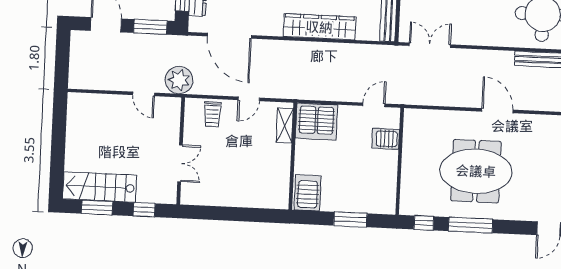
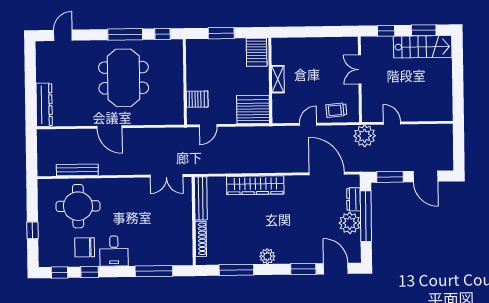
trolley: (212, 114) -> (336, 110), turned -95
shelving: (285, 126) -> (278, 79), moved
meeting table: (476, 171) -> (124, 78), turned 90

